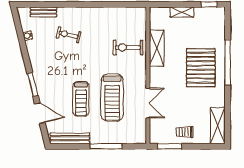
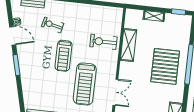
treadmill: (81, 99) -> (64, 56), moved
door: (40, 113) -> (13, 36), moved

